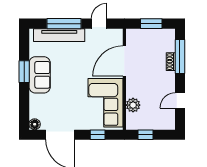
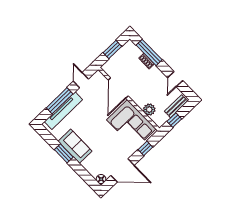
bench: (159, 124) -> (176, 106), added

